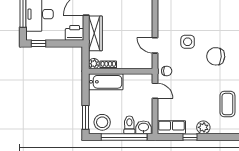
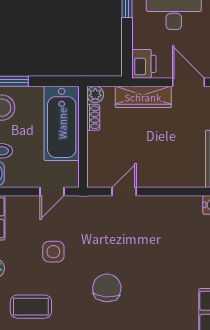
side table: (188, 42) -> (53, 252), moved
chair: (167, 71) -> (83, 210), removed
bathtub: (106, 82) -> (62, 123), width x1.36, depth x1.36

